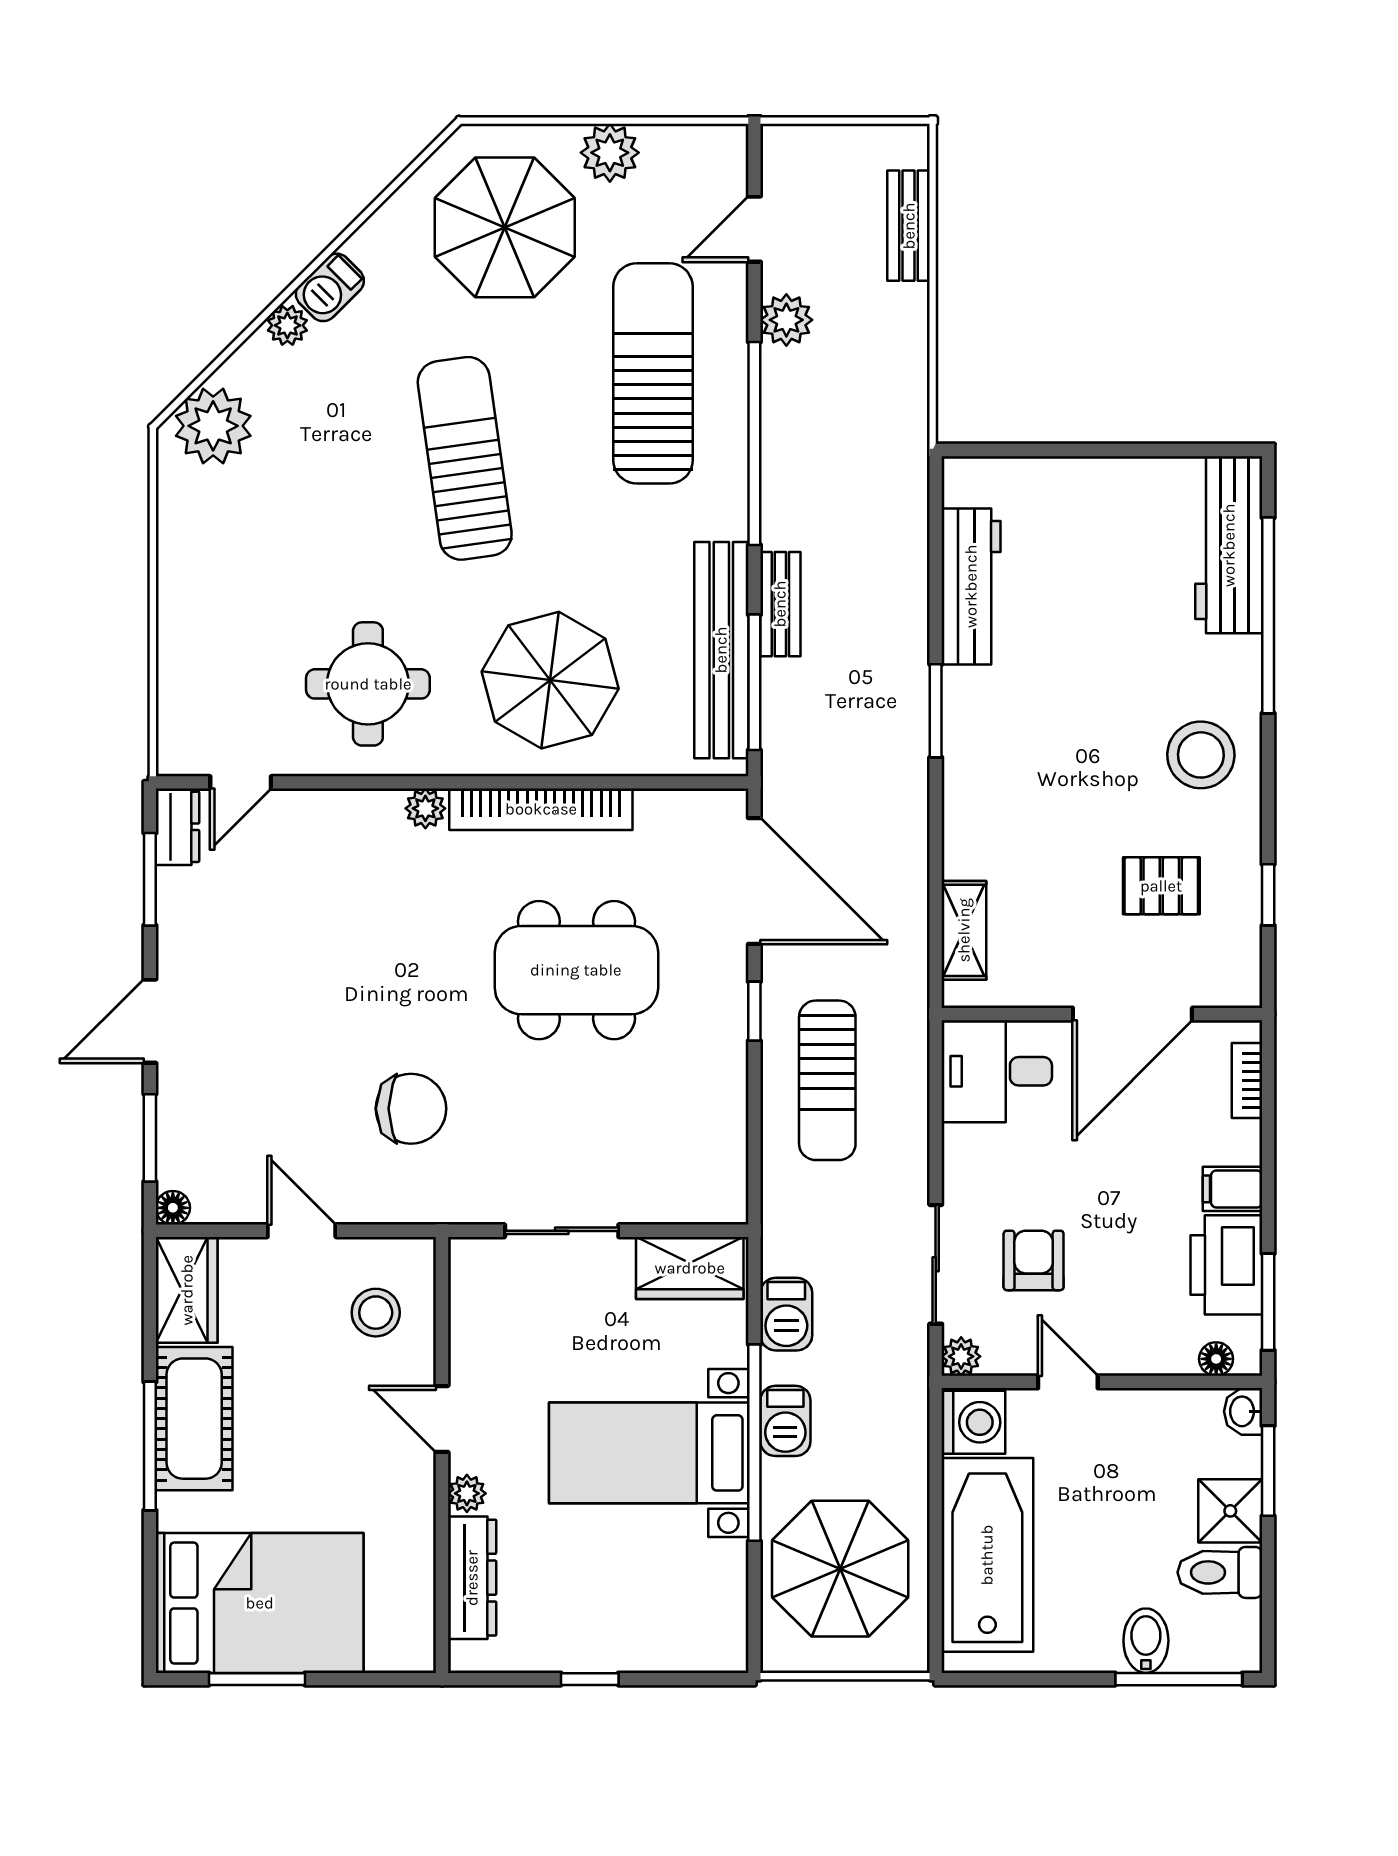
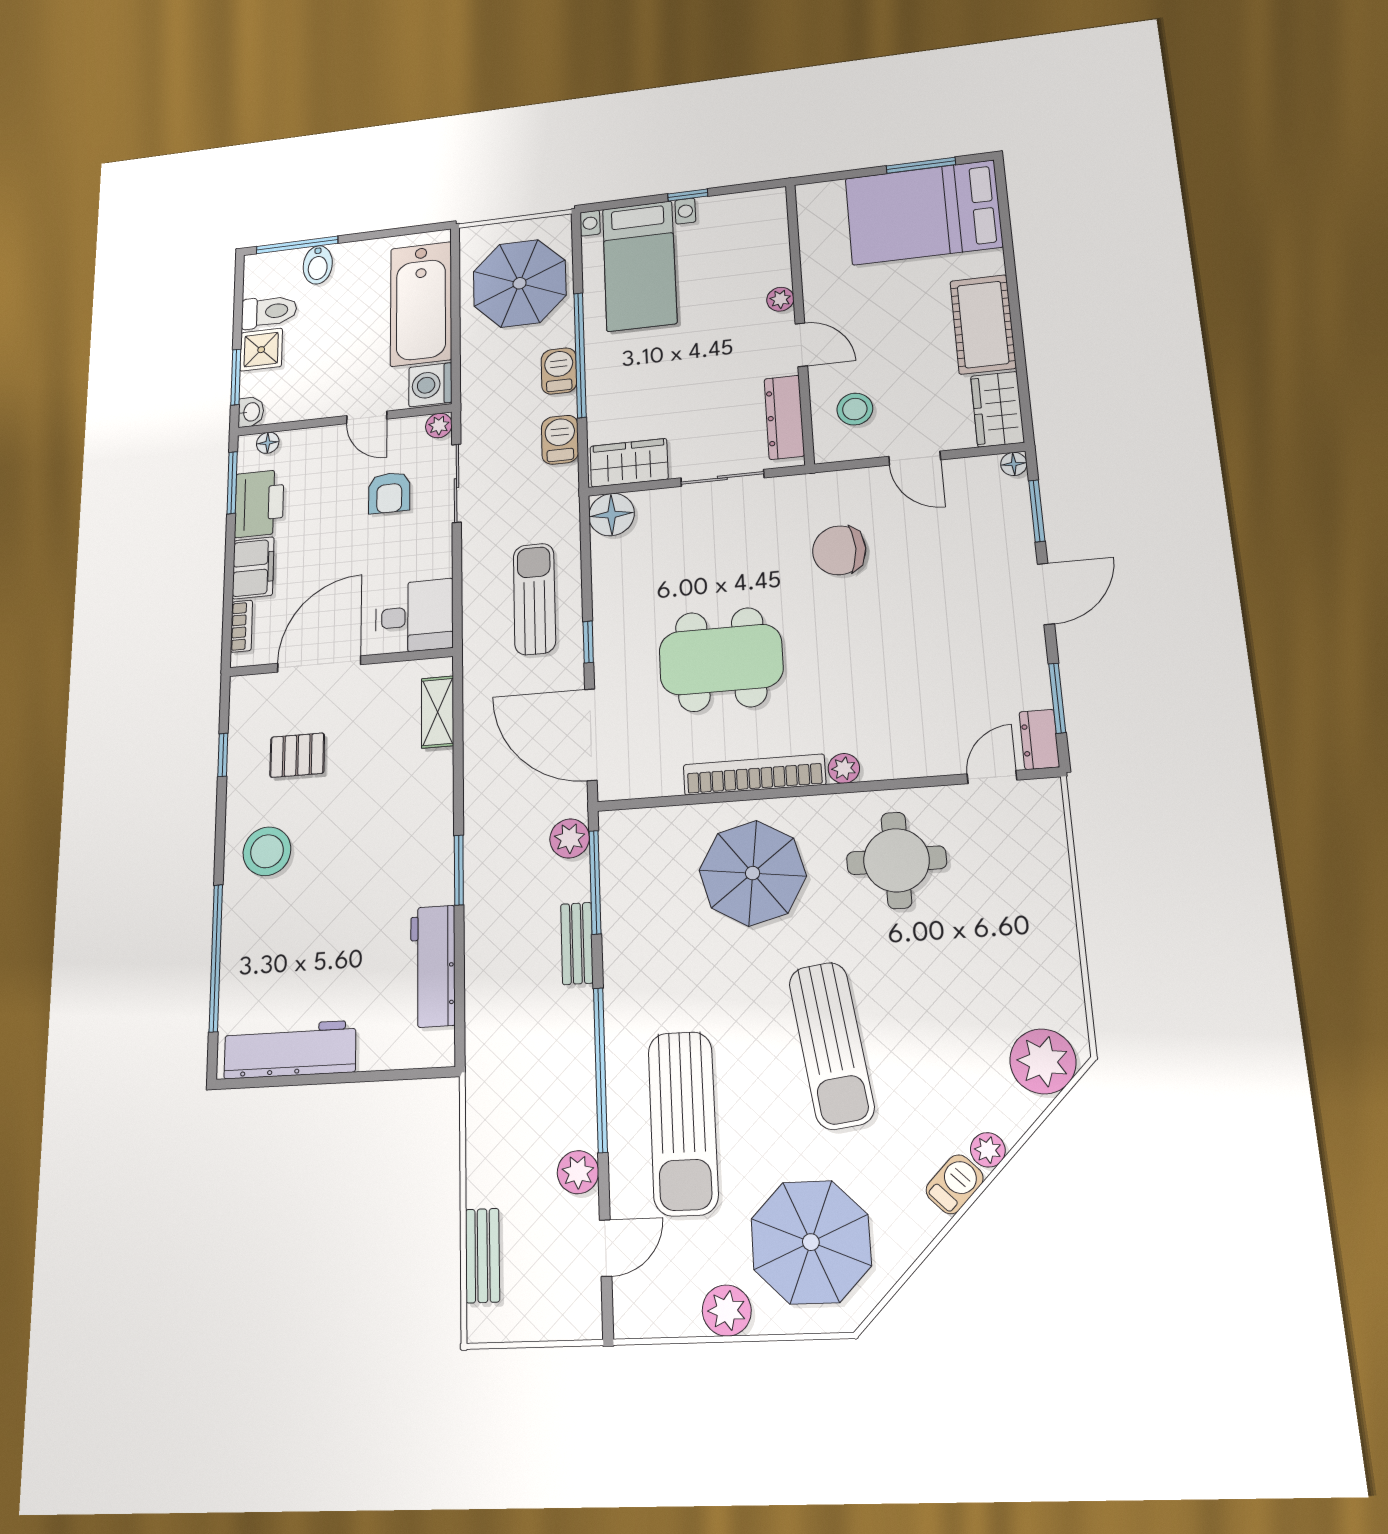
workbench: (1229, 545) -> (290, 1050), moved, turned -90
bench: (721, 650) -> (621, 905), removed
plant: (787, 742) -> (570, 838), added
filing cabinet: (1232, 1189) -> (253, 568), width x2.00
floor lamp: (717, 1193) -> (612, 515), added
window: (150, 1446) -> (1014, 303), removed
bed with nightstands: (649, 1453) -> (639, 266), moved, turned 90
dresser: (472, 1578) -> (784, 417), moved

